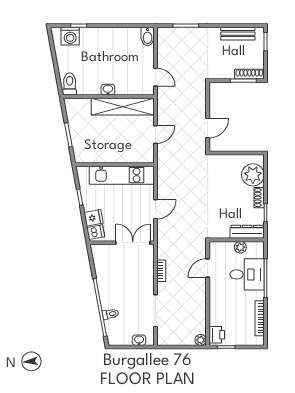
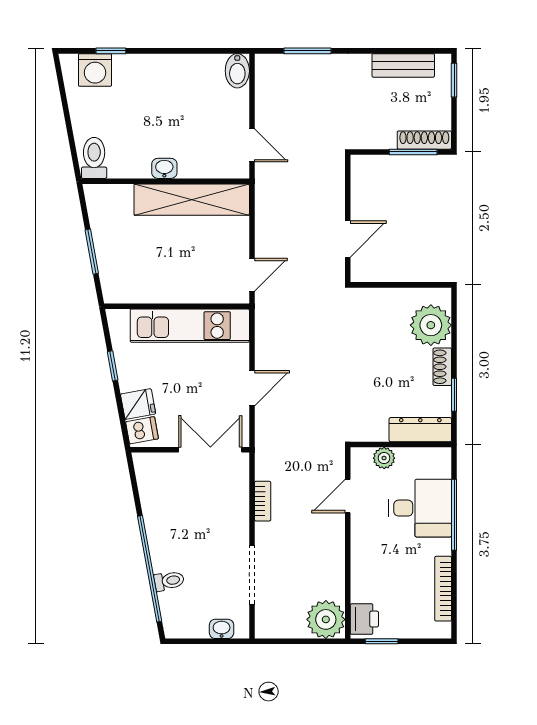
door: (156, 134) -> (252, 275), moved
plant: (240, 247) -> (384, 458), moved
plant: (201, 340) -> (326, 619), width x1.88, depth x1.88

